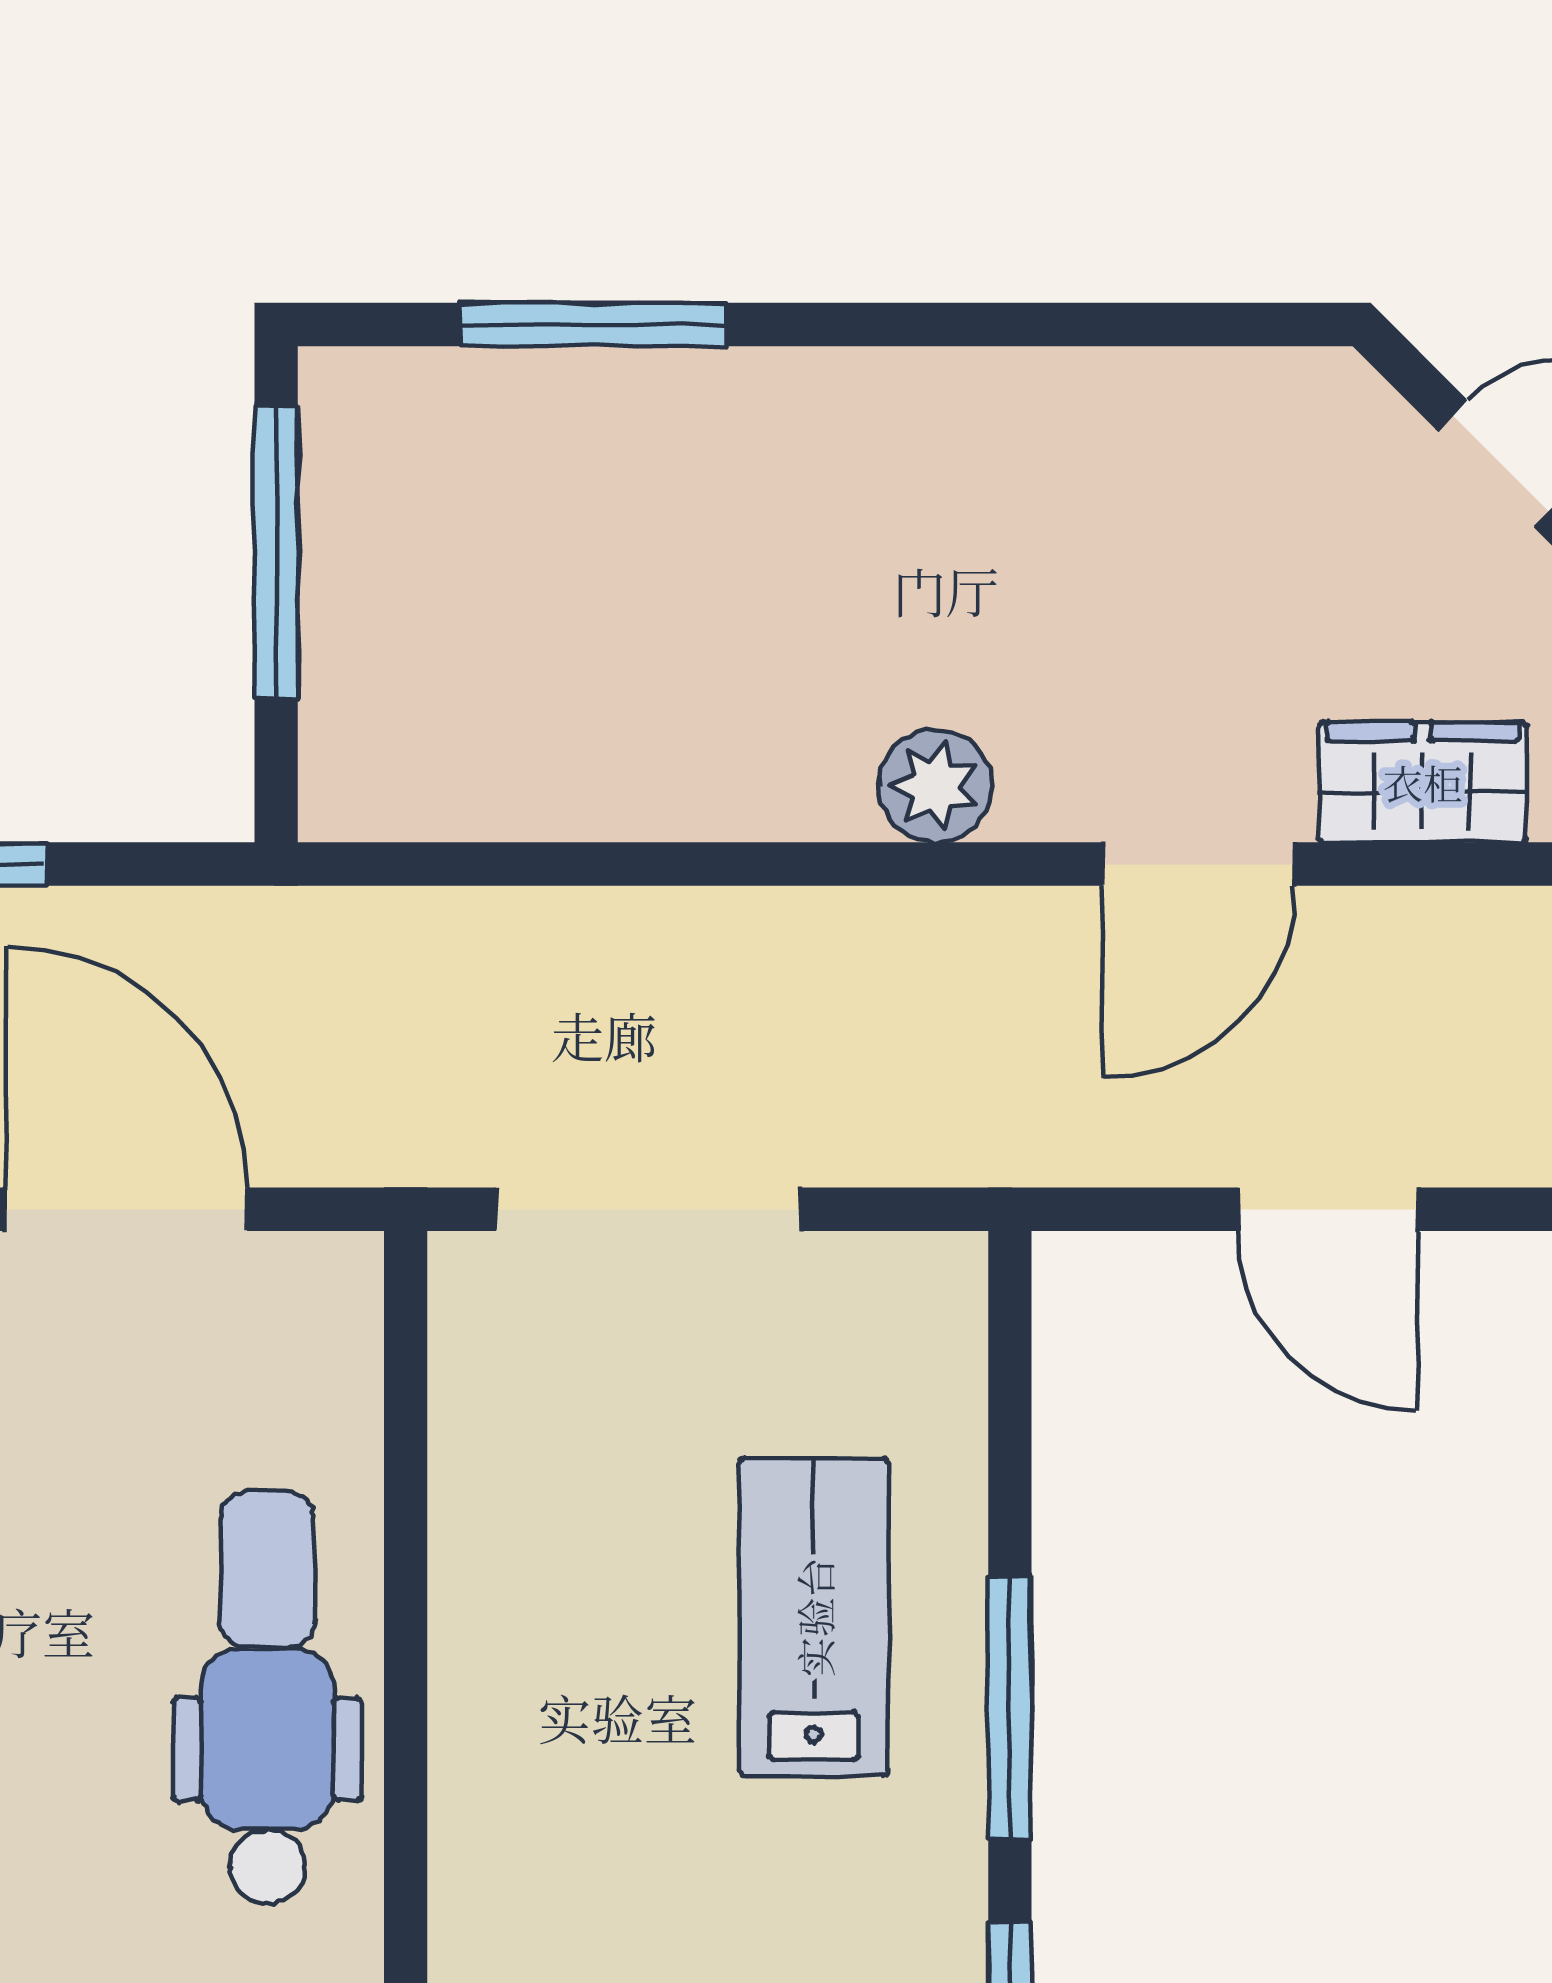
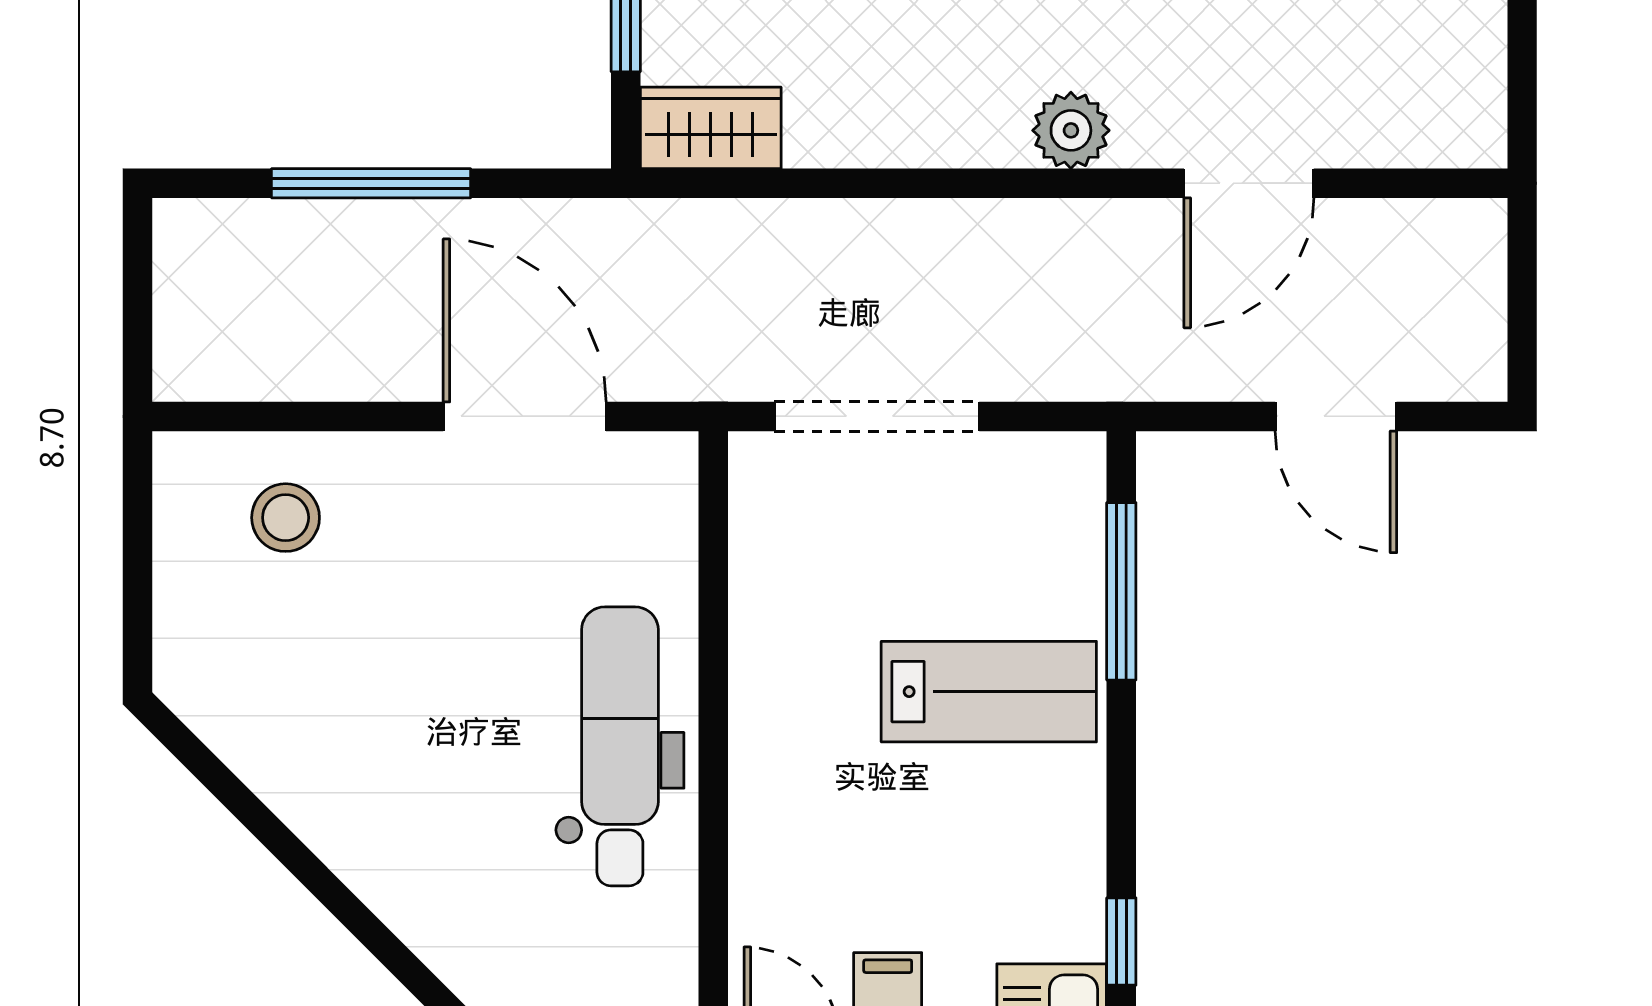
wardrobe: (1423, 782) -> (711, 128), moved
lab bench: (814, 1617) -> (989, 692), turned 90
window: (1010, 1708) -> (1121, 591), moved

